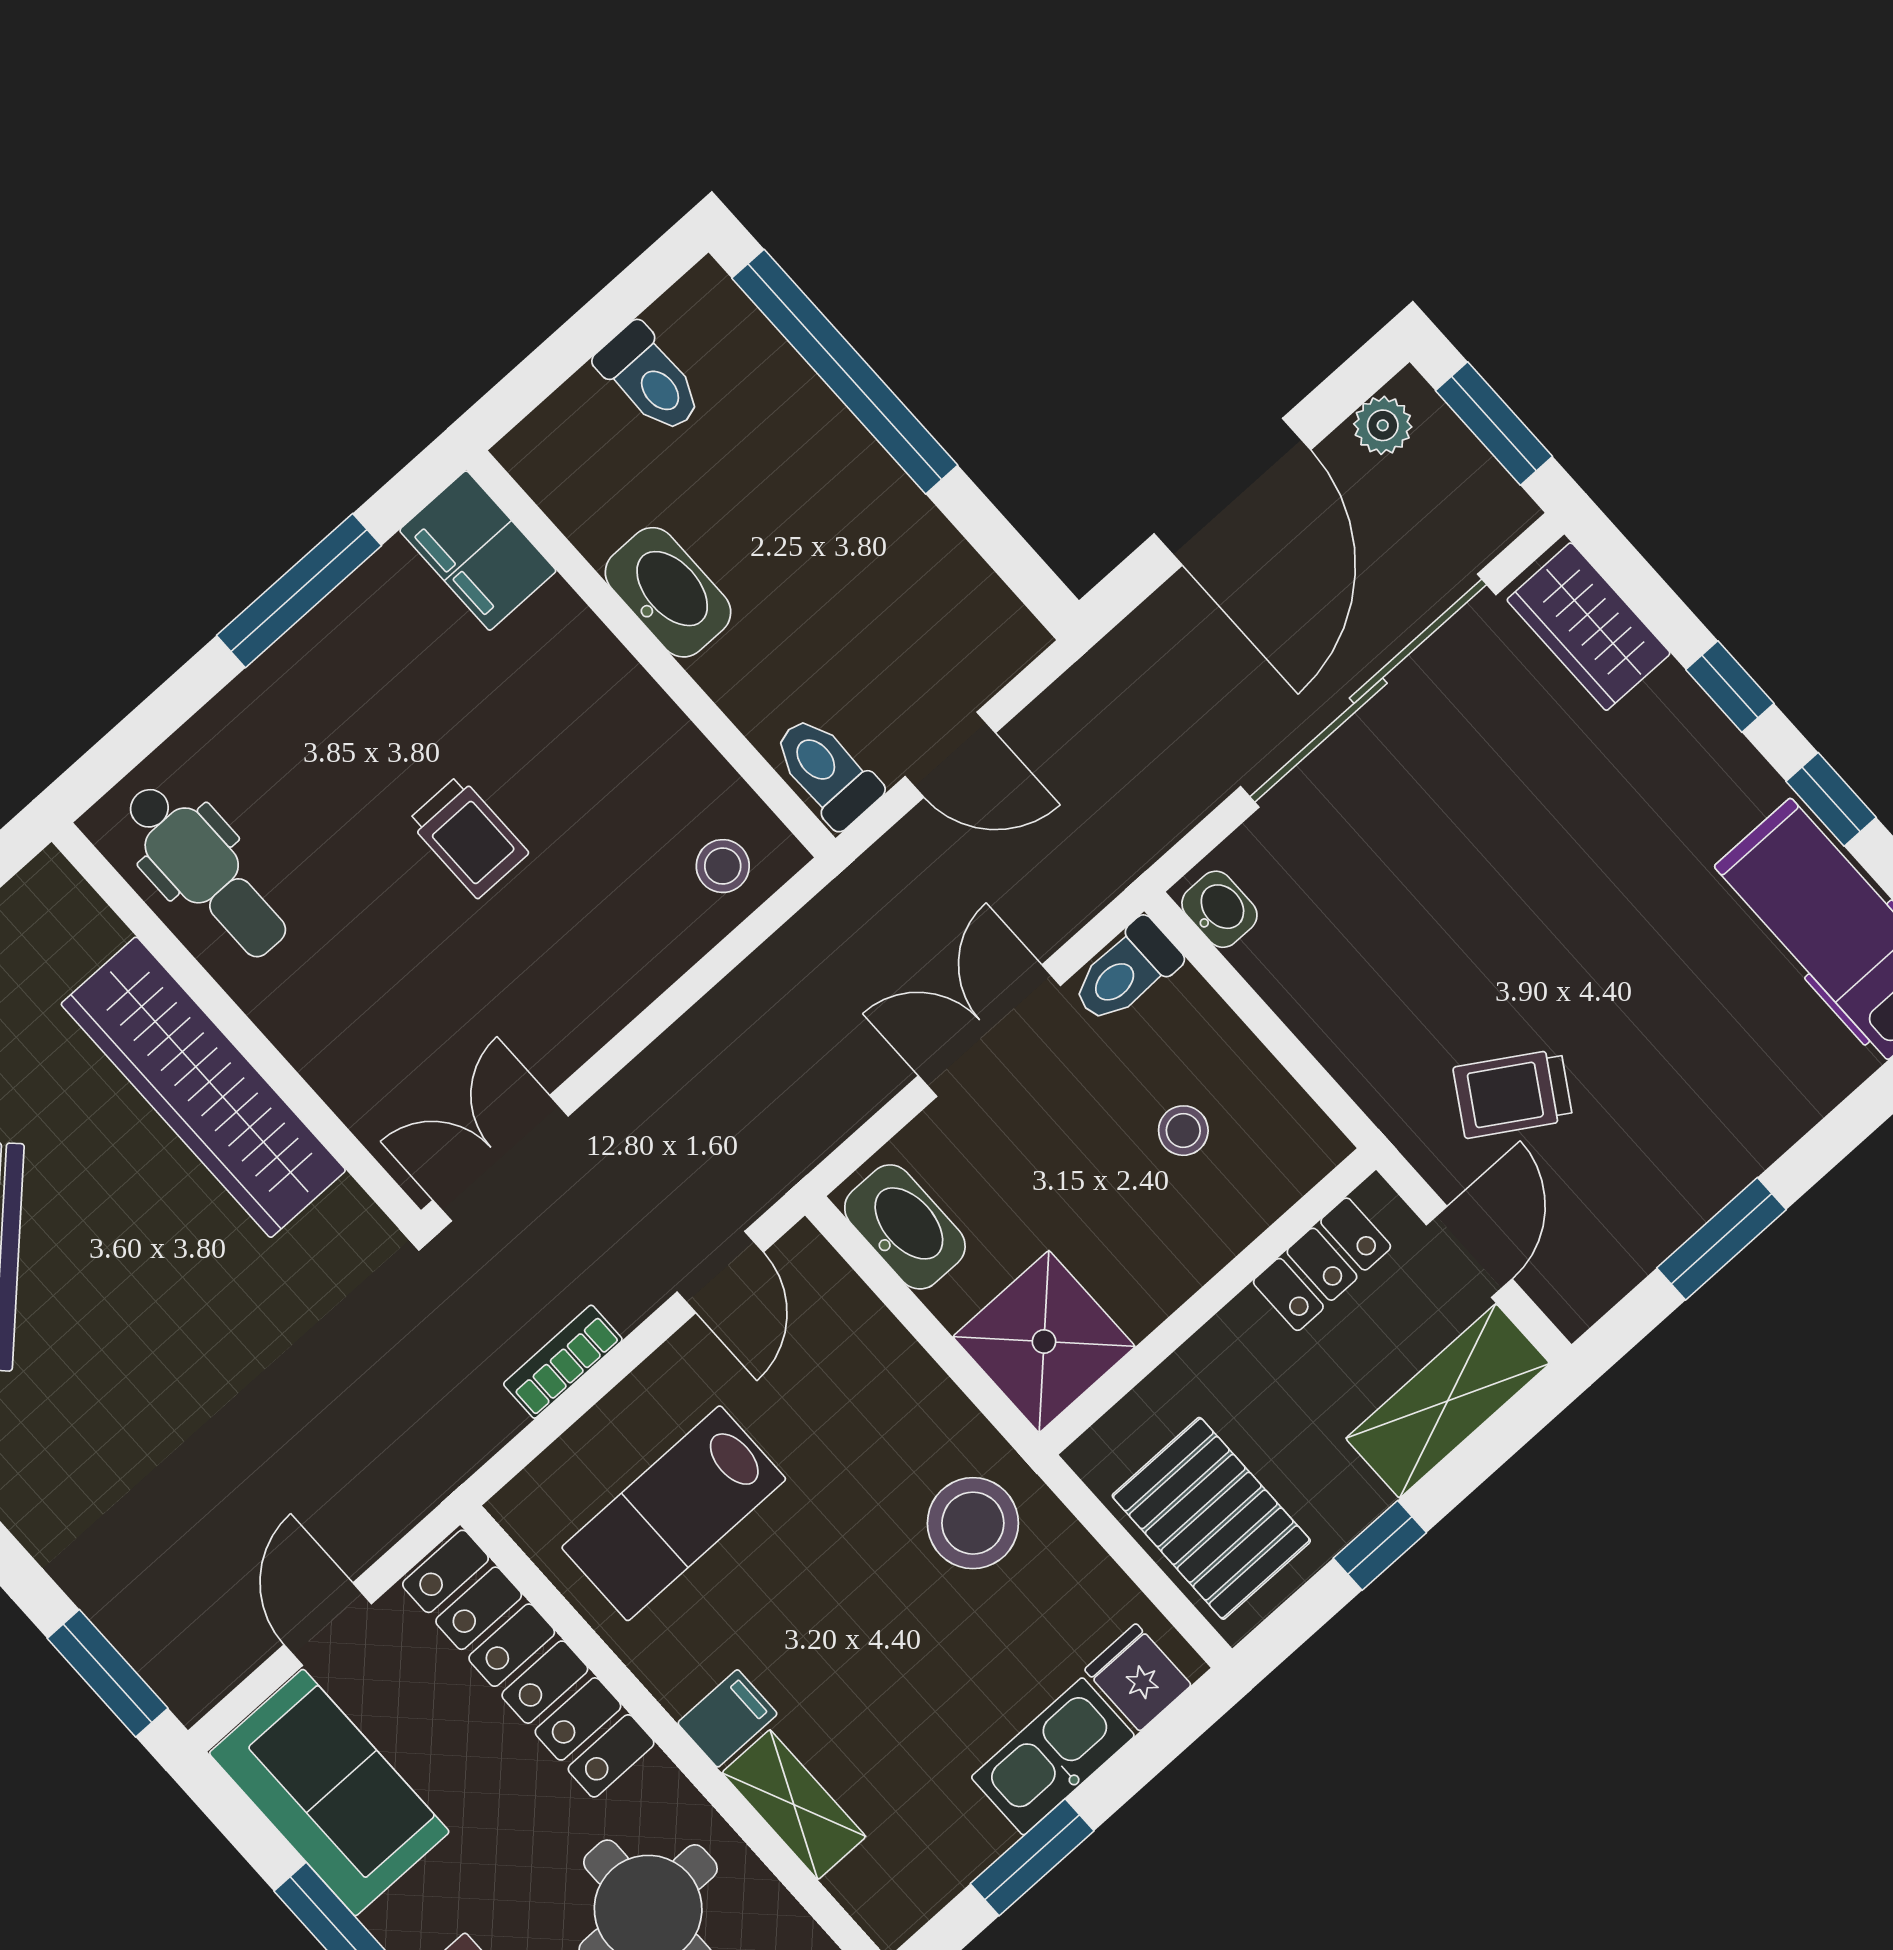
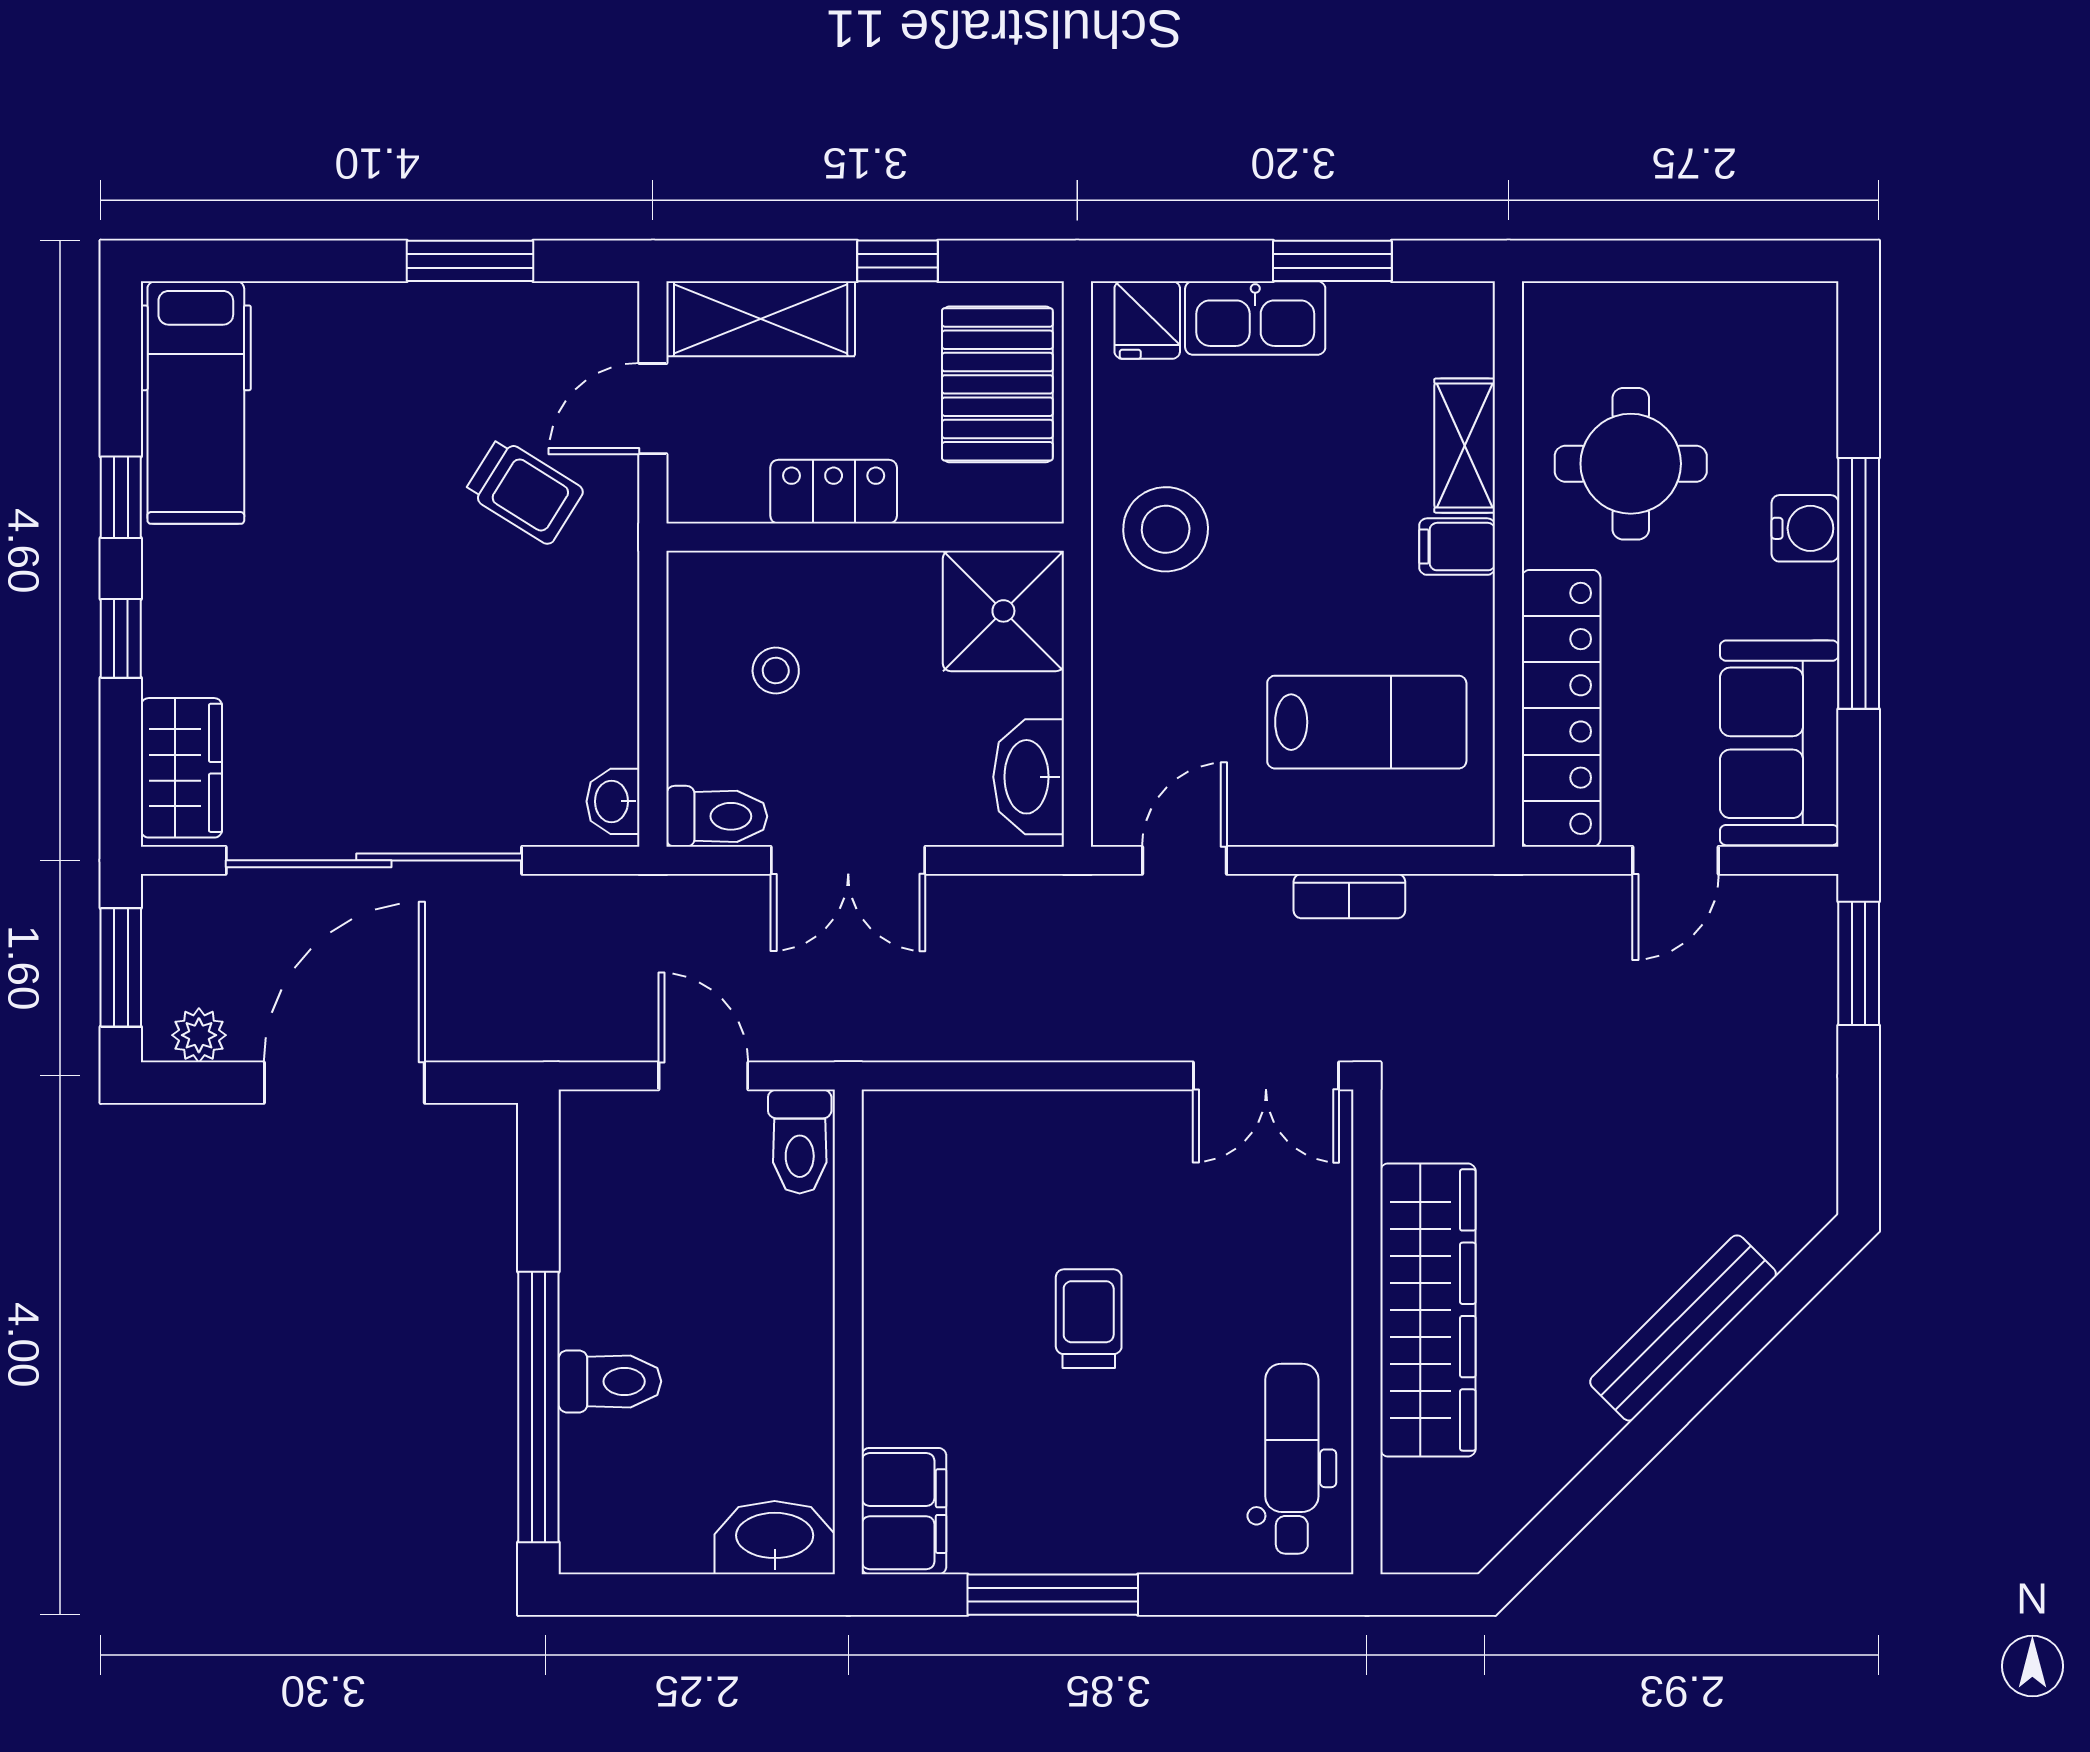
toilet: (650, 379) -> (610, 1381), moved, turned 90
washbasin: (668, 592) -> (775, 1538), moved, turned 90
stool: (723, 866) -> (930, 1140), removed
locker: (1322, 1264) -> (834, 492), moved

